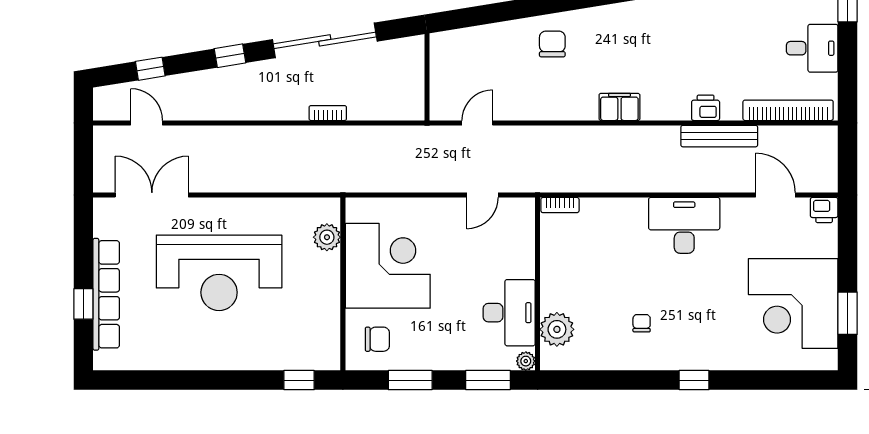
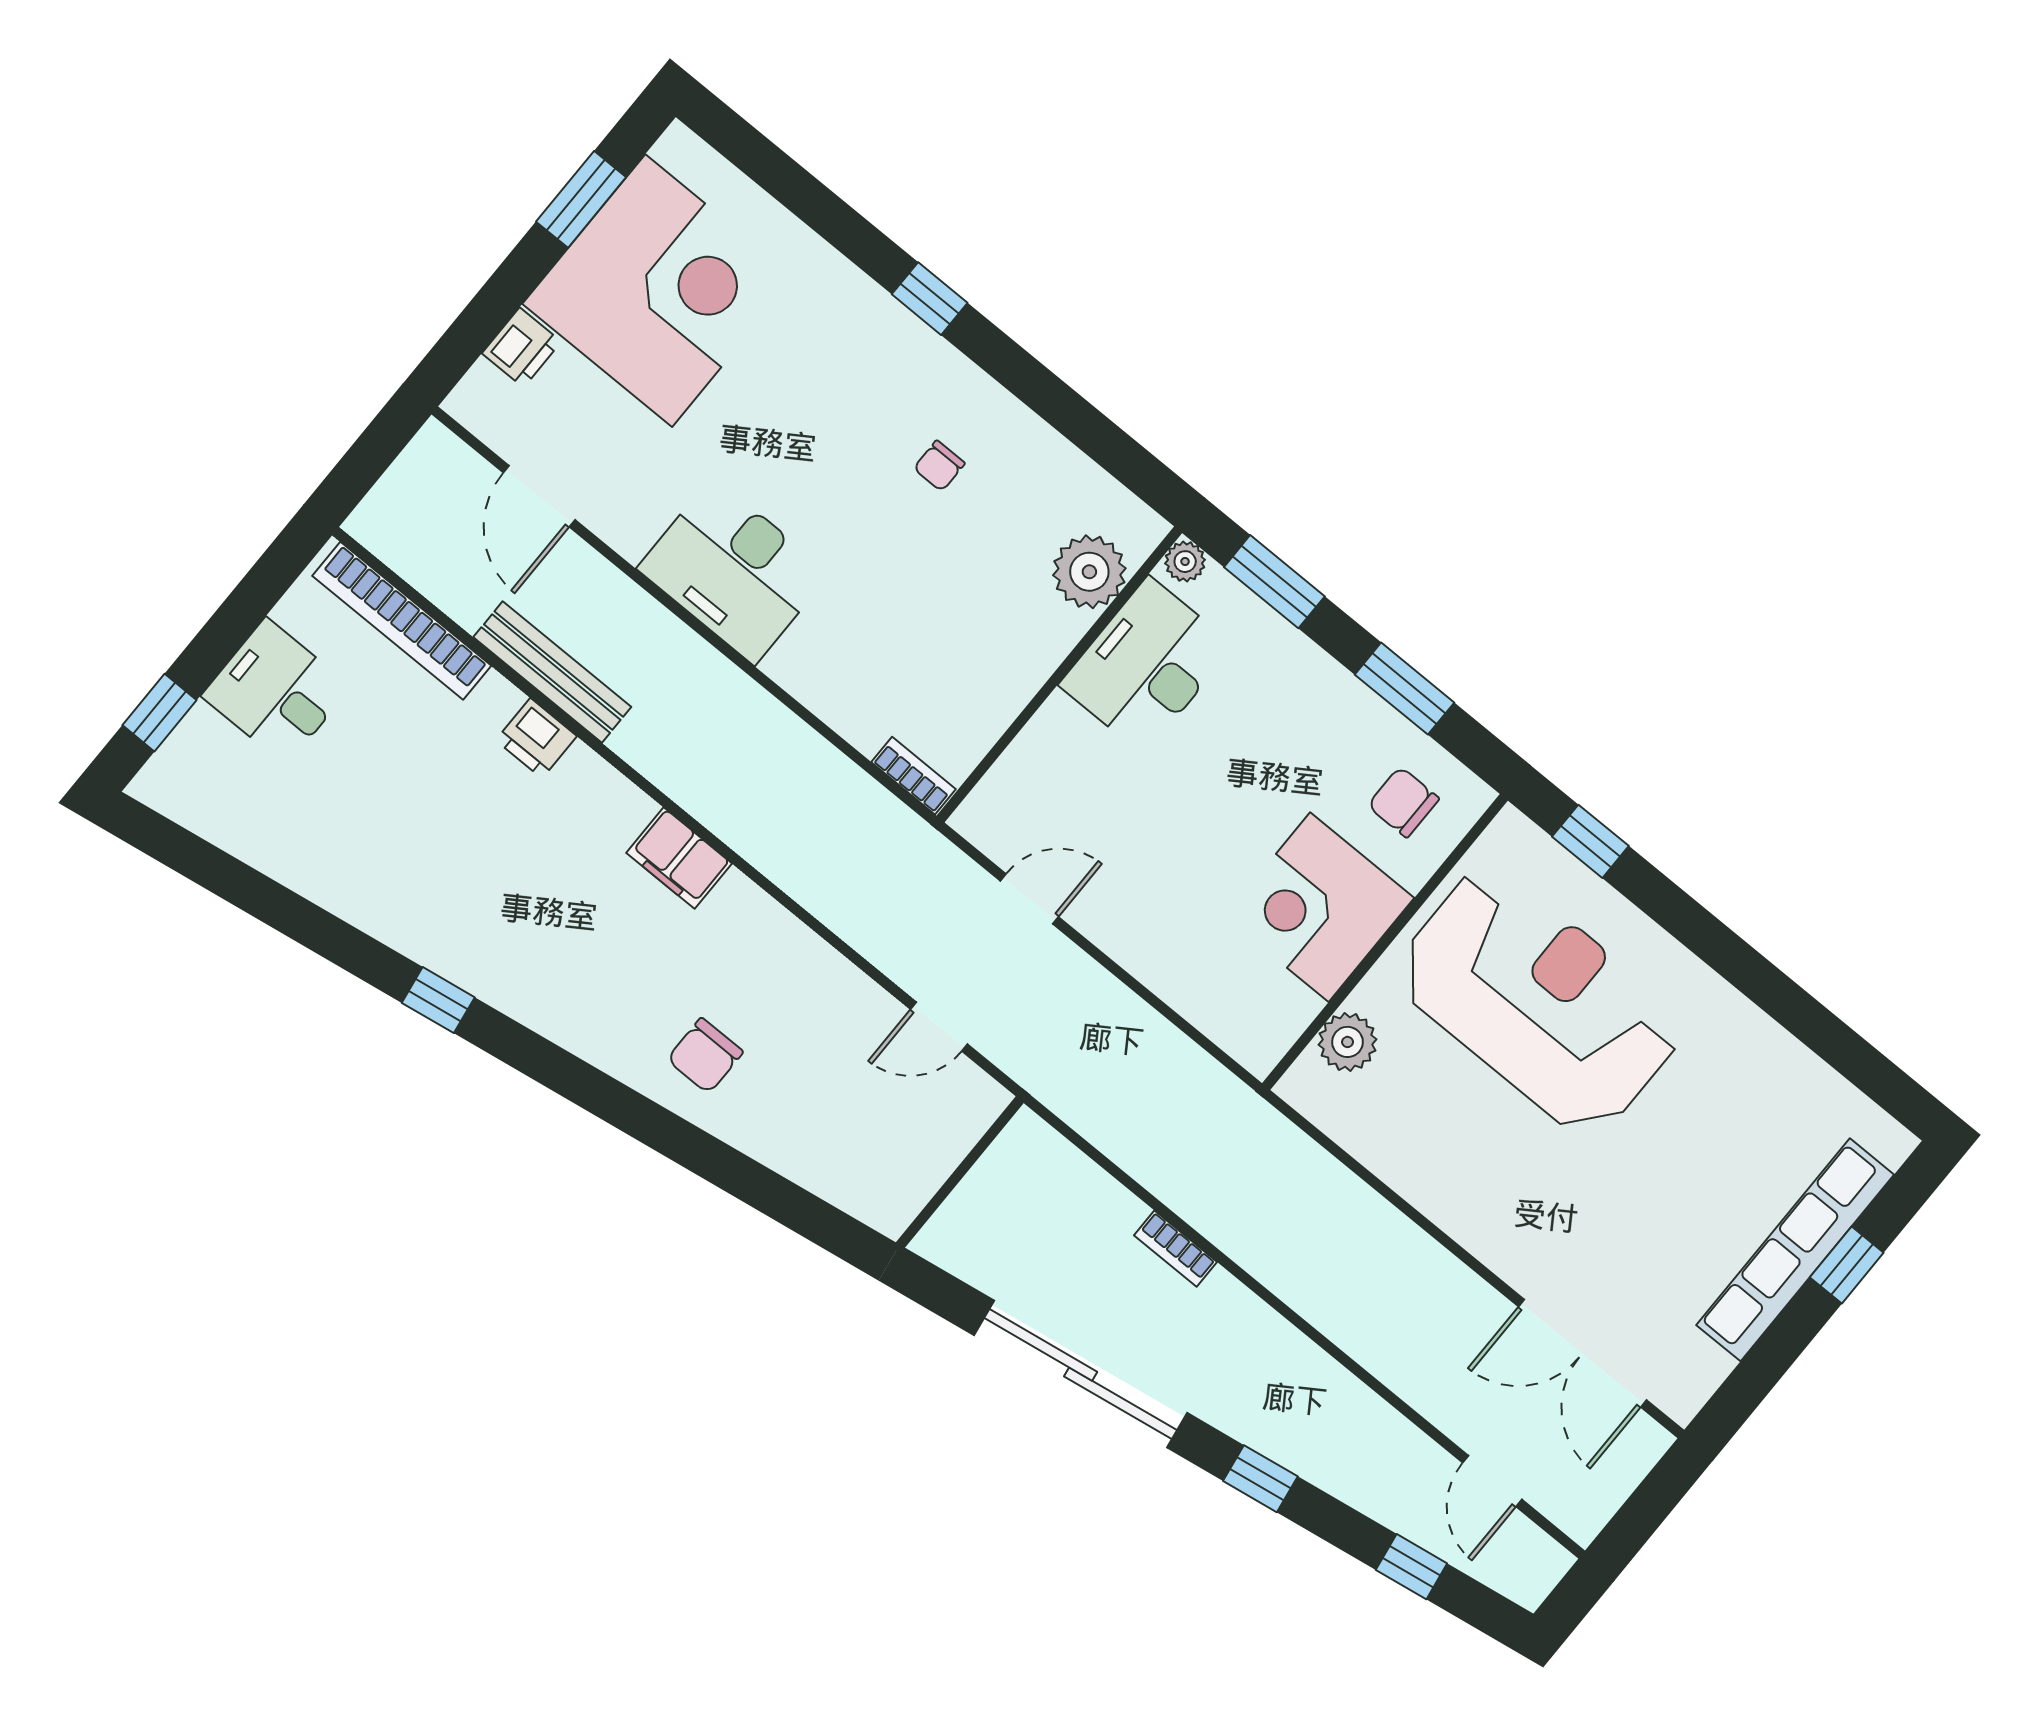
printer: (824, 210) -> (522, 347), moved, turned 90
corner desk: (388, 266) -> (1319, 907), width x0.74, depth x0.74
reception desk: (219, 273) -> (1539, 1001), moved

